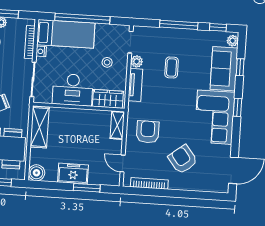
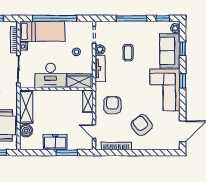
boiler: (36, 173) -> (26, 131), moved

